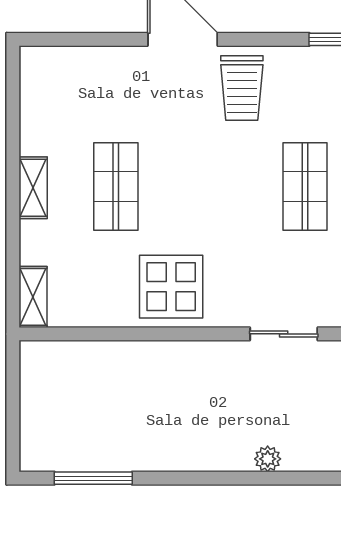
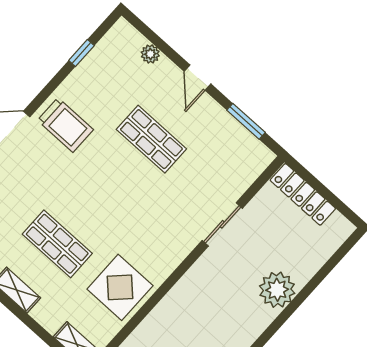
display table: (171, 287) -> (120, 287), moved
plant: (268, 459) -> (277, 290), width x1.88, depth x1.88

